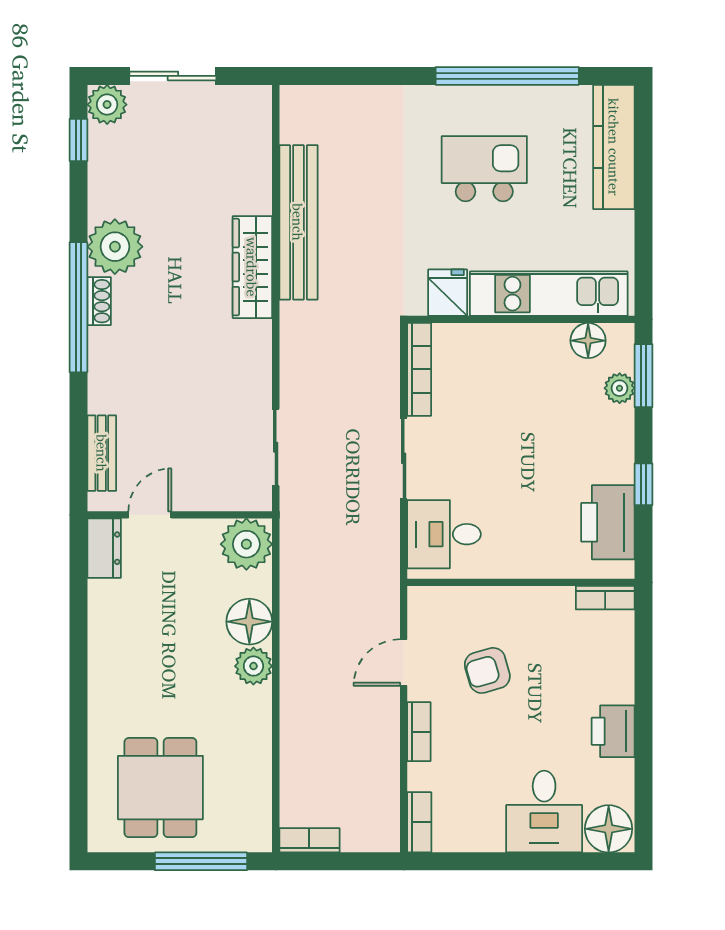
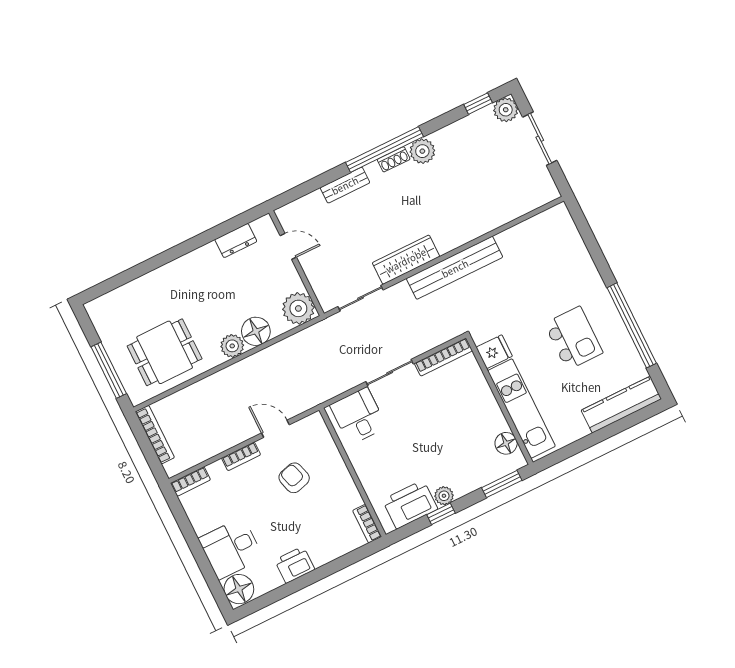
bench: (298, 222) -> (455, 268), moved
plant: (115, 247) -> (422, 151), width x0.73, depth x0.73
wardrobe: (252, 267) -> (406, 260), moved
plant: (620, 388) -> (444, 496), moved
bench: (102, 453) -> (345, 185), moved
dresser: (104, 548) -> (236, 241), moved
dining table: (160, 788) -> (165, 352), moved
bookcase: (309, 840) -> (155, 435), width x1.56

